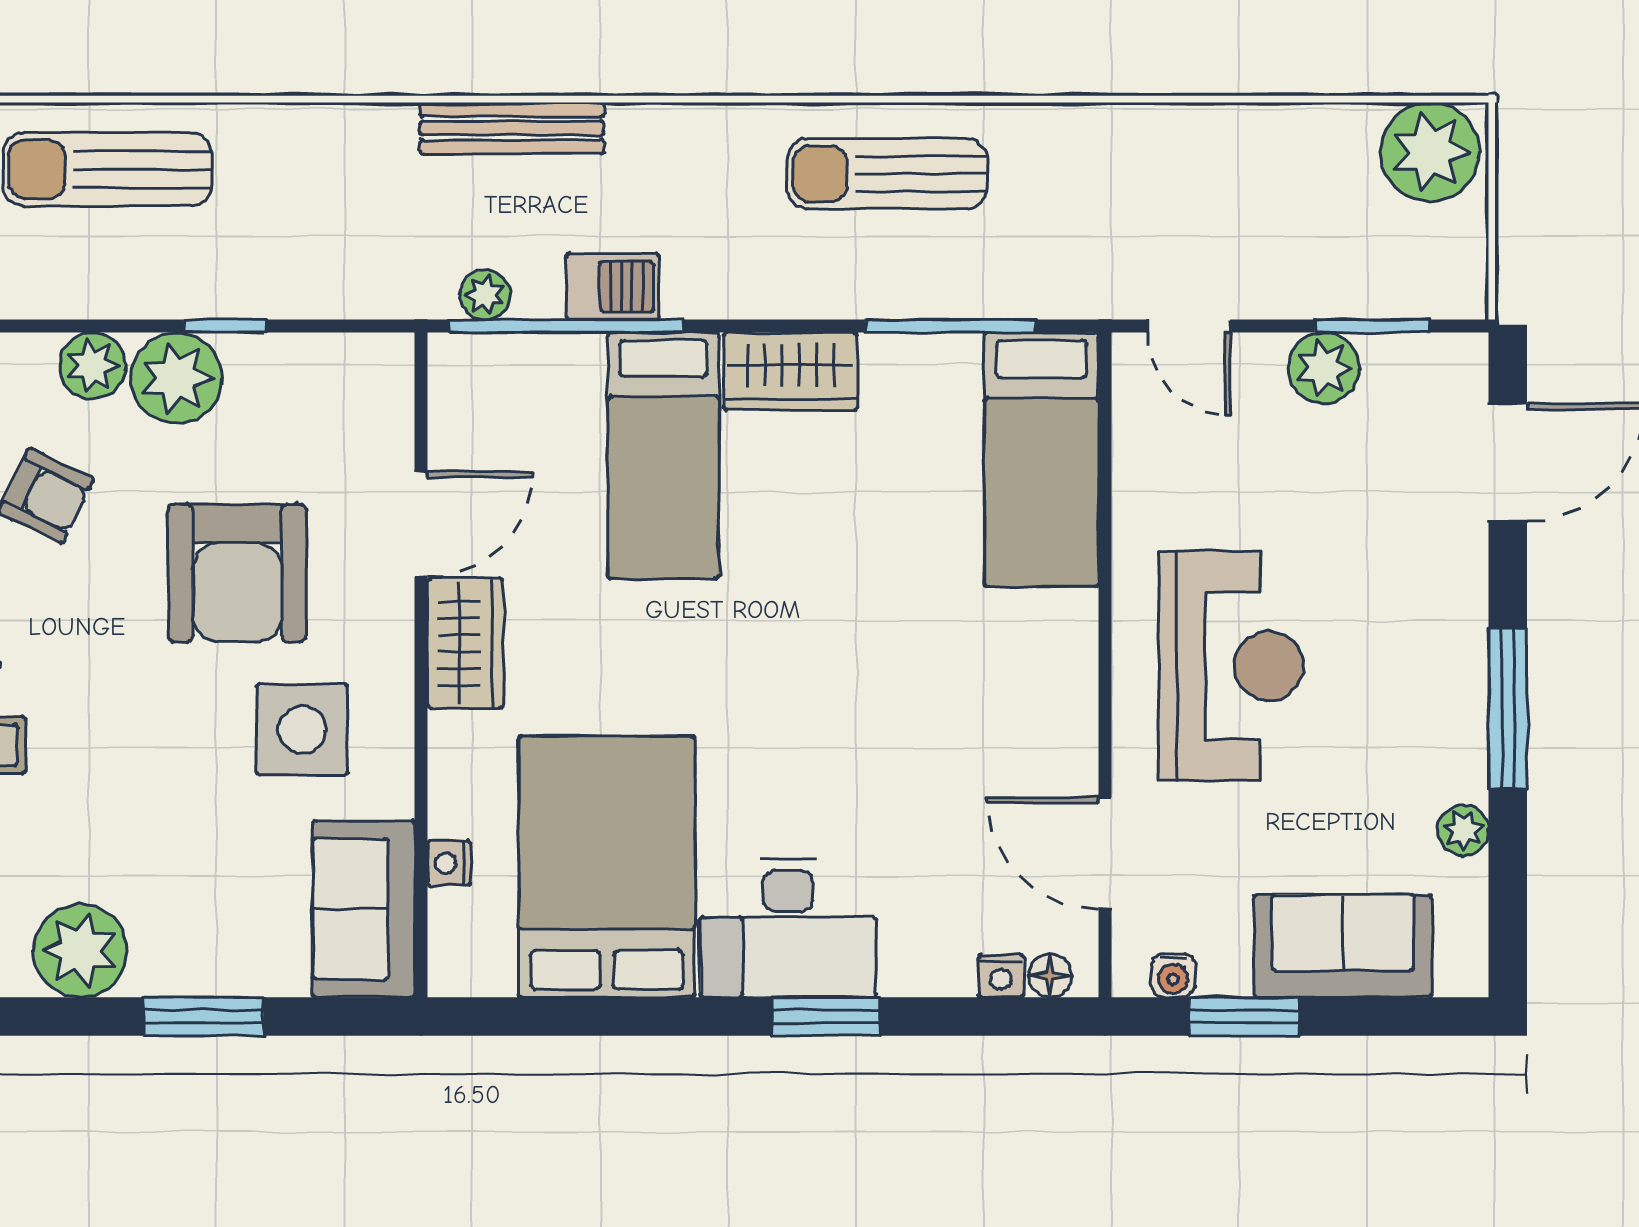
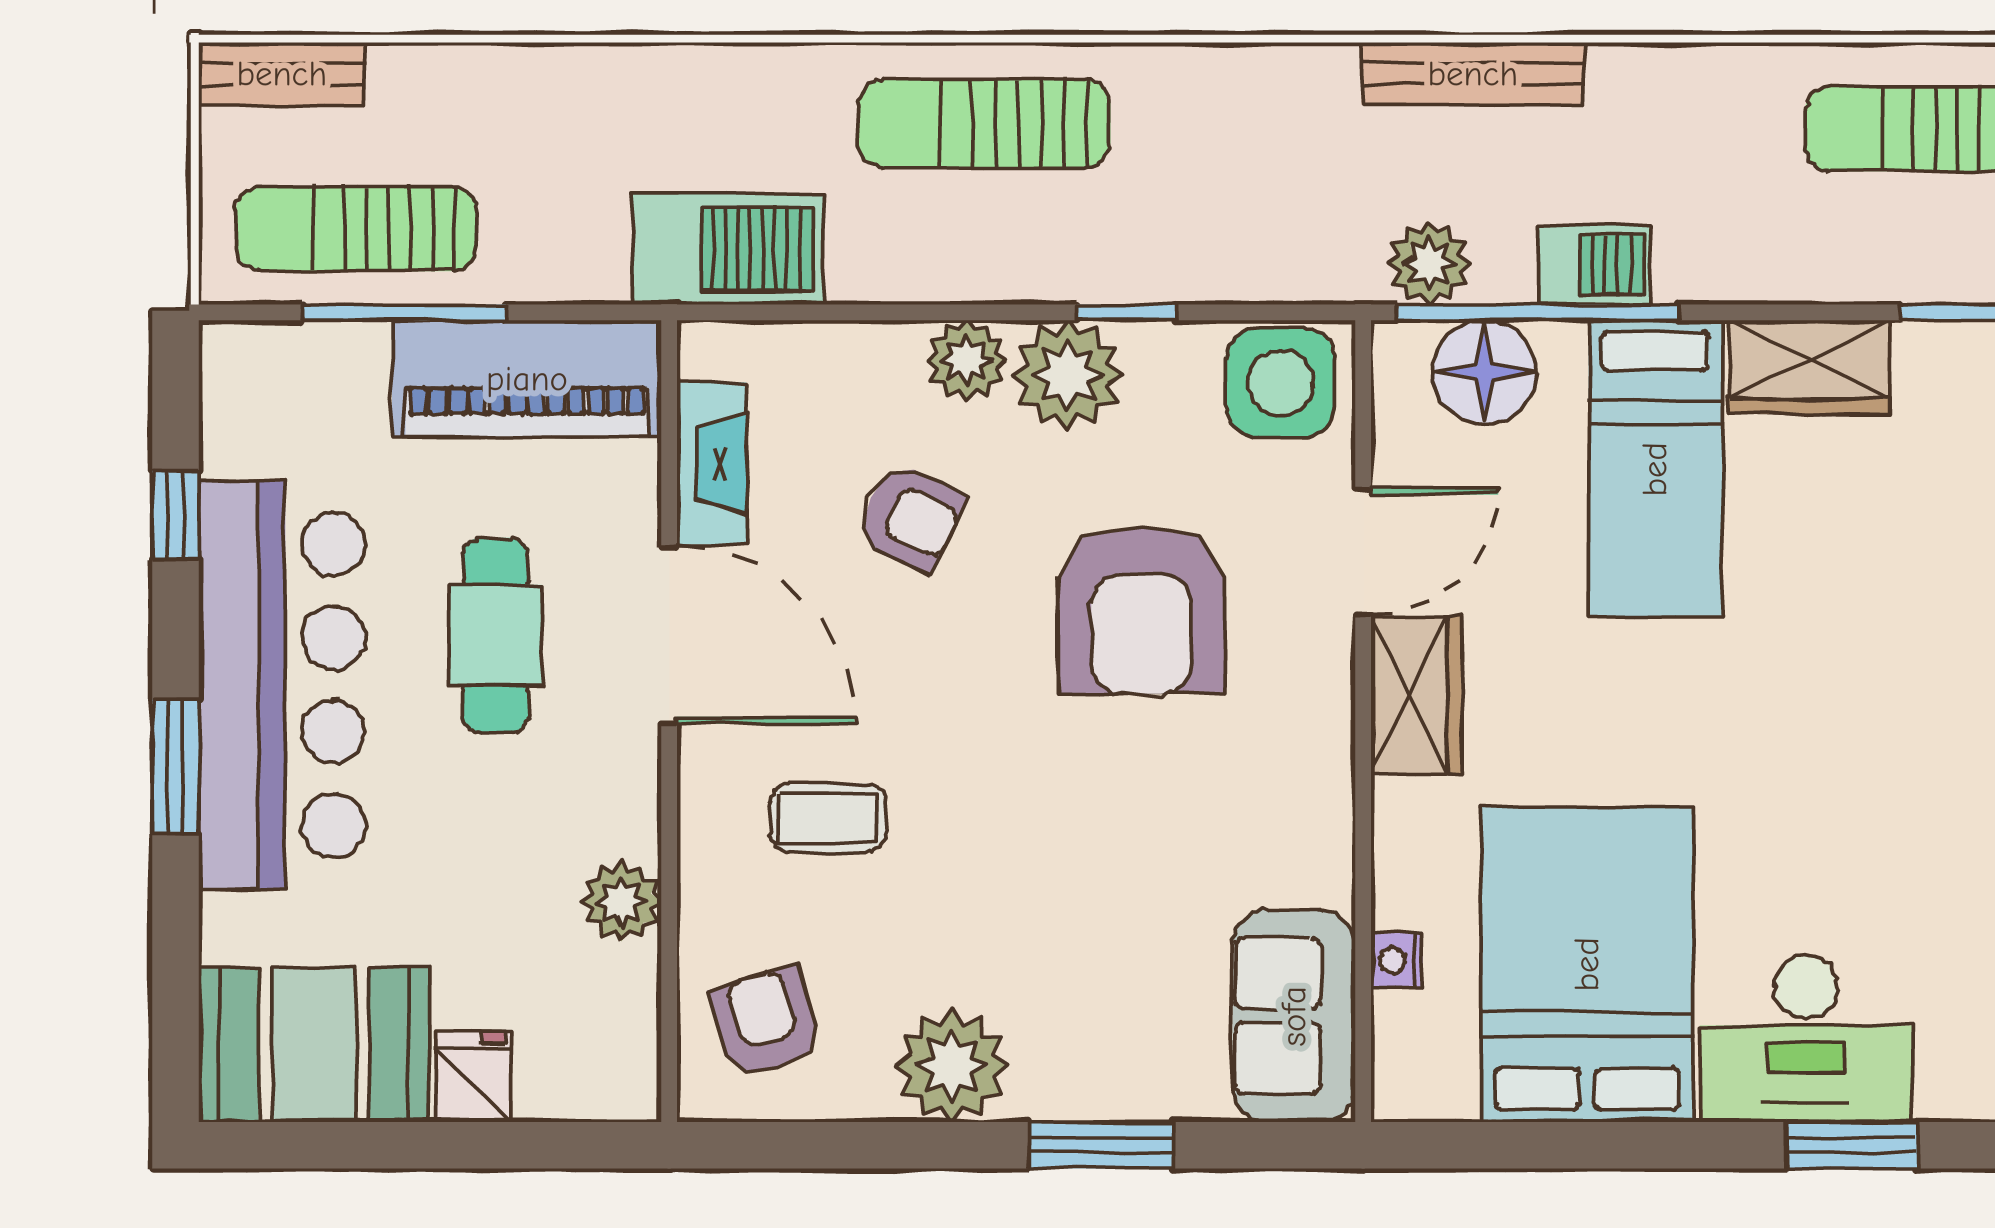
plant: (485, 295) -> (1429, 263), width x1.38, depth x1.38
floor lamp: (522, 376) -> (1484, 372), added
side table: (302, 730) -> (1280, 383), moved

